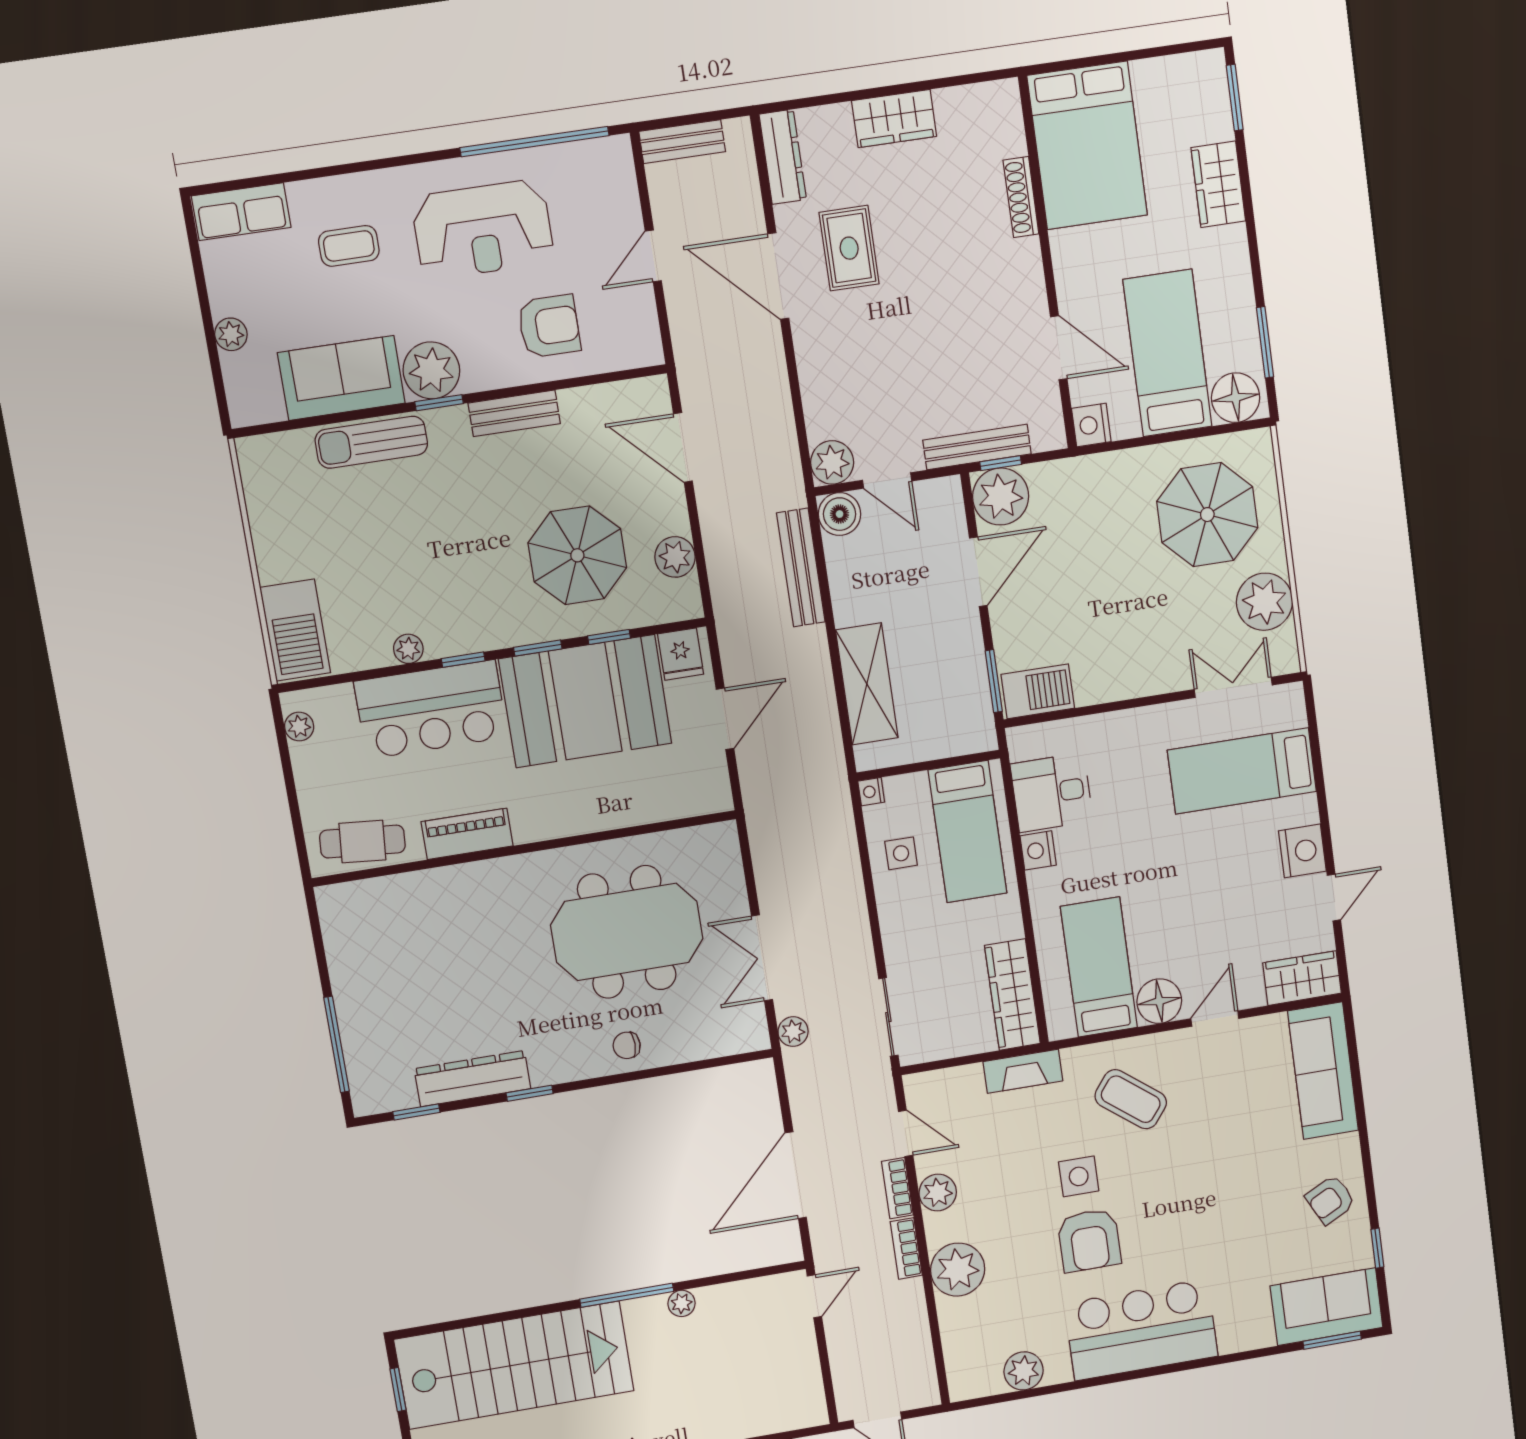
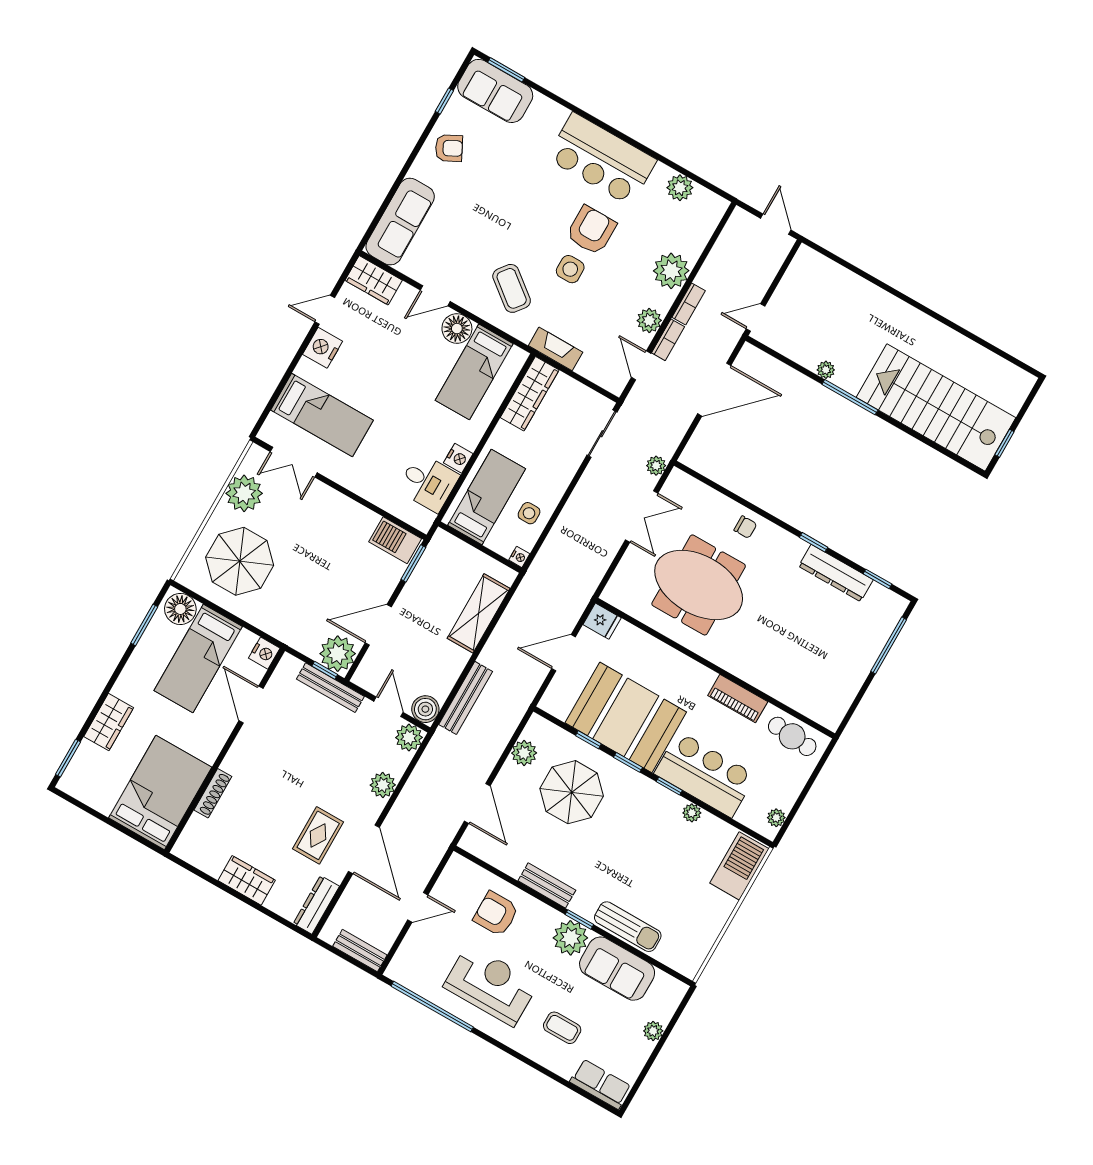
plant: (818, 377) -> (383, 785), added
fridge: (681, 654) -> (602, 621), moved, turned 90

